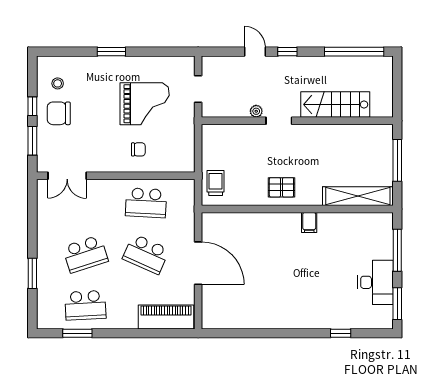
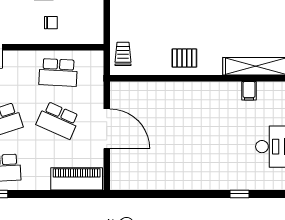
filing cabinet: (309, 223) -> (249, 91), moved

